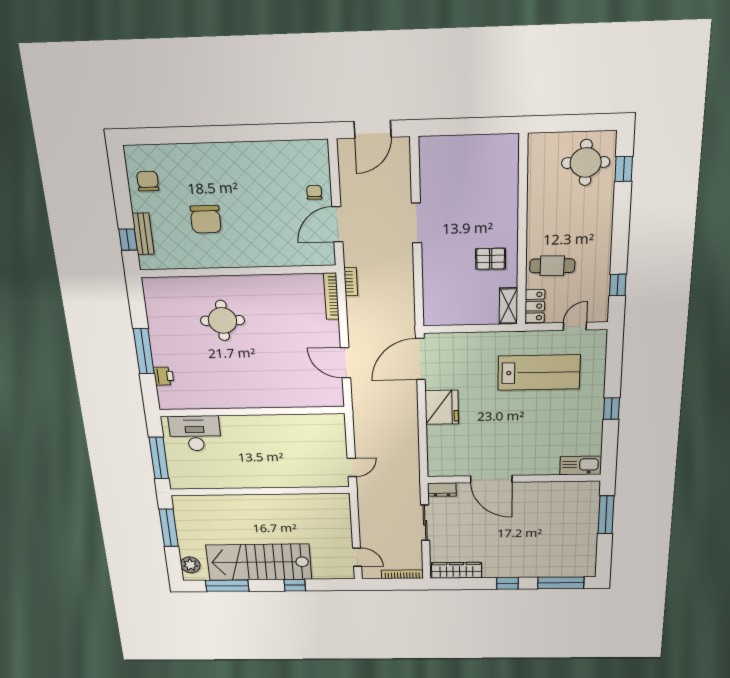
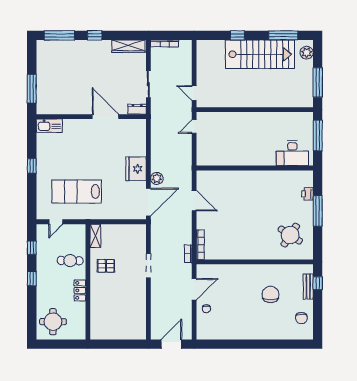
window: (624, 169) -> (32, 279), moved
doorway: (417, 223) -> (148, 266), moved
locker: (535, 306) -> (80, 290), moved
round table: (222, 320) -> (290, 235), moved, turned 33
plant: (408, 394) -> (157, 178), added
door: (357, 557) -> (194, 93), moved

